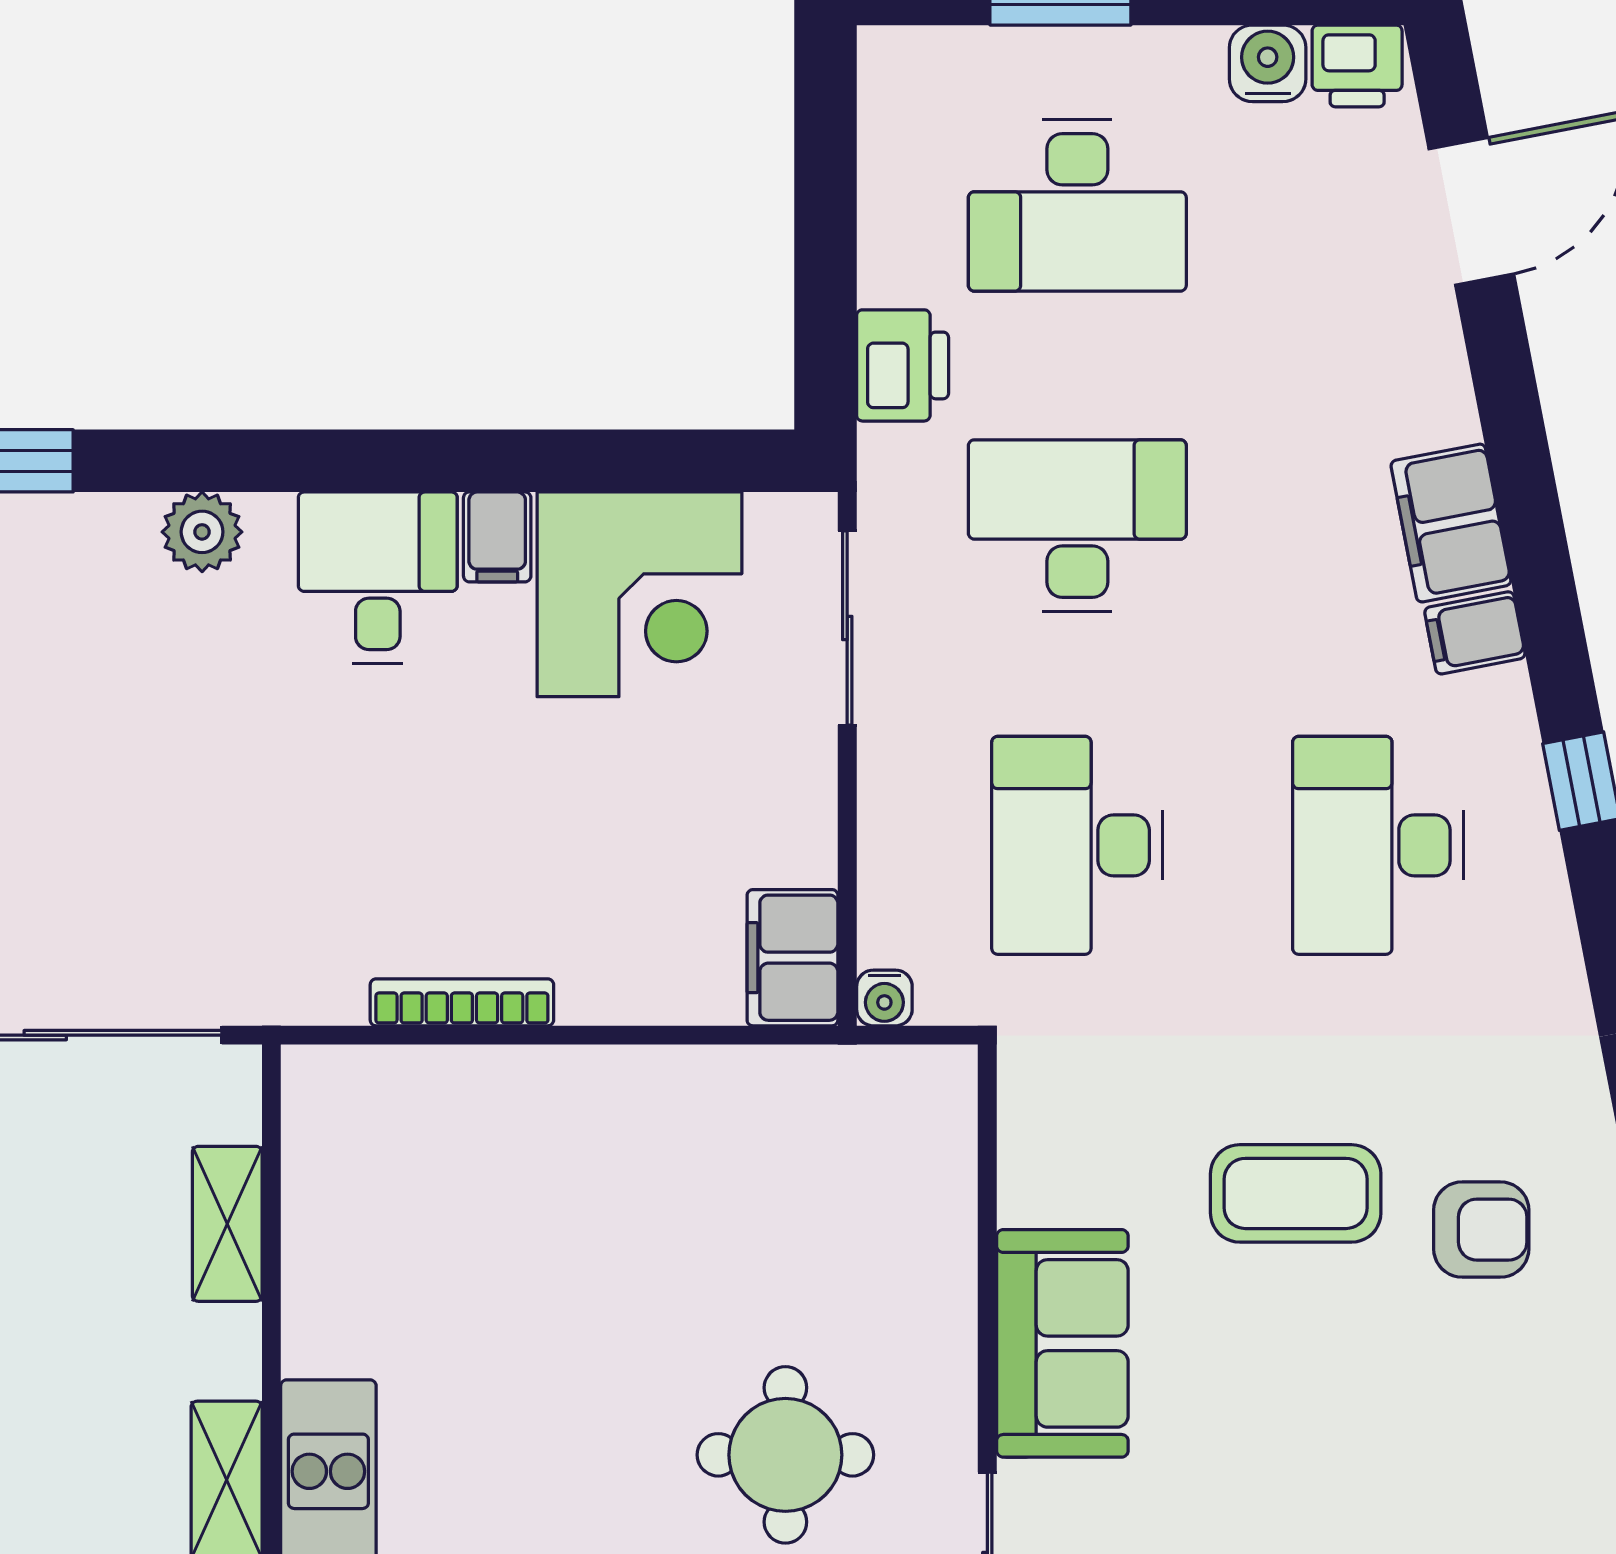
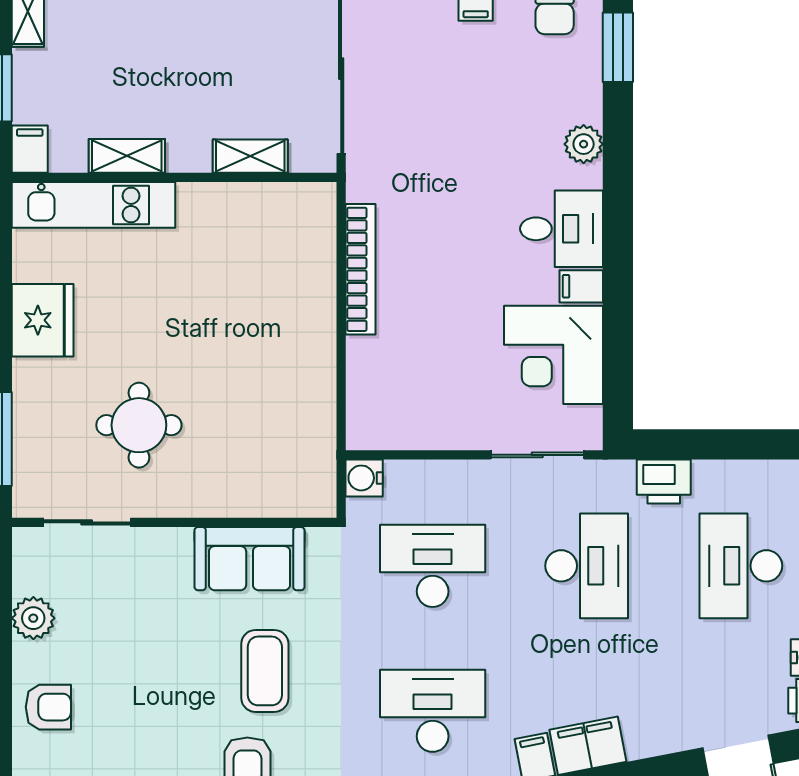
filing cabinet: (792, 958) -> (378, 429), removed
water cooler: (884, 998) -> (364, 478), width x1.38, depth x1.38
bookcase: (462, 1002) -> (360, 269), width x1.48, depth x1.31
sofa: (1062, 1343) -> (250, 559), moved

